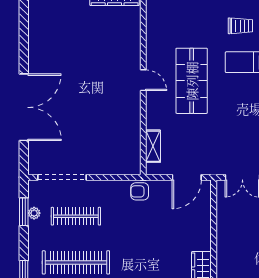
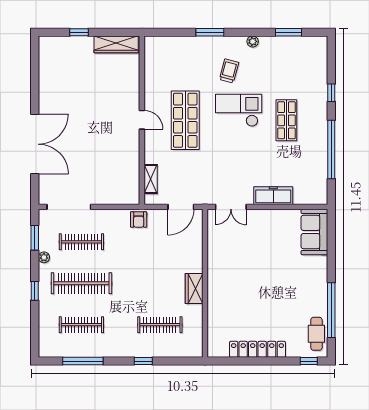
trolley: (240, 26) -> (229, 71), turned -75
armchair: (140, 191) -> (139, 220), turned -90
plant: (34, 213) -> (44, 257), moved

